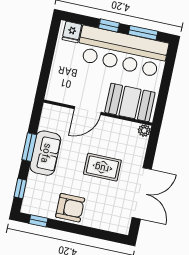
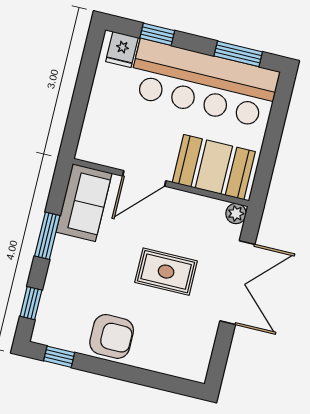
window: (109, 25) -> (157, 34), moved
sofa: (45, 153) -> (84, 203), moved
double door: (142, 193) -> (237, 283), moved

